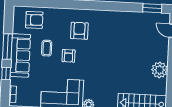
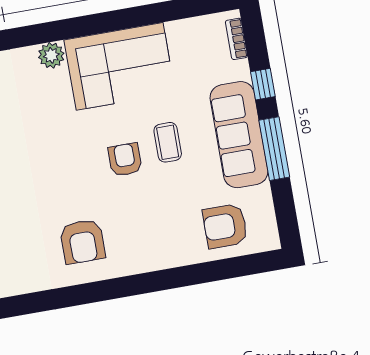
armchair: (79, 31) -> (82, 242), moved
coffee table: (47, 48) -> (168, 142), moved

